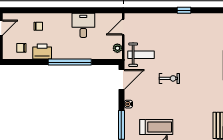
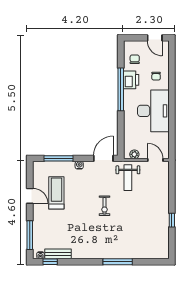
desk: (83, 25) -> (153, 111), width x1.87, depth x1.30
window: (70, 62) -> (121, 89), moved
door: (121, 80) -> (103, 158), swing flipped
treadmill: (156, 127) -> (56, 193), turned 180

